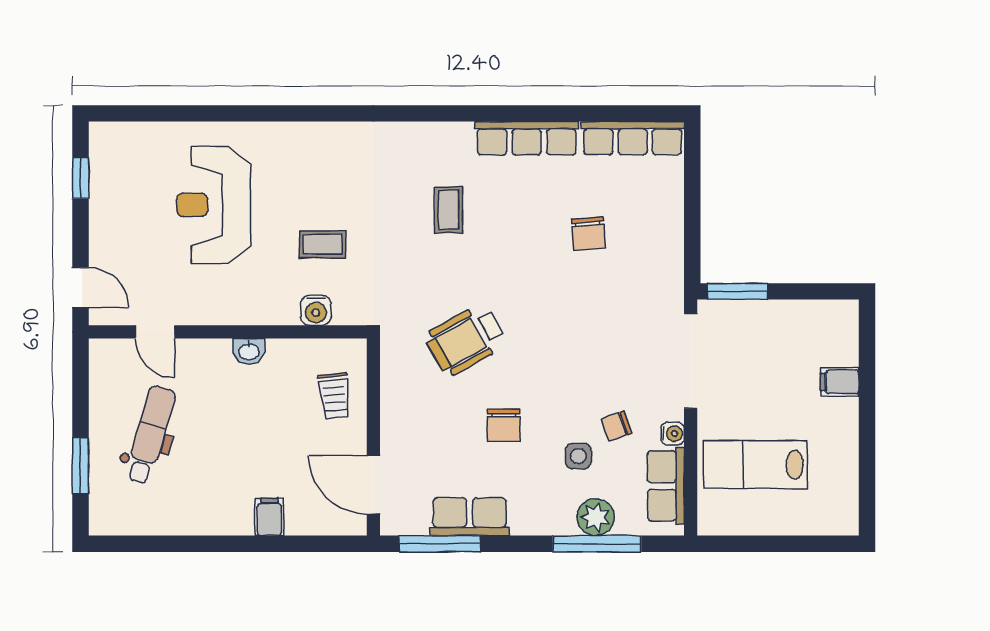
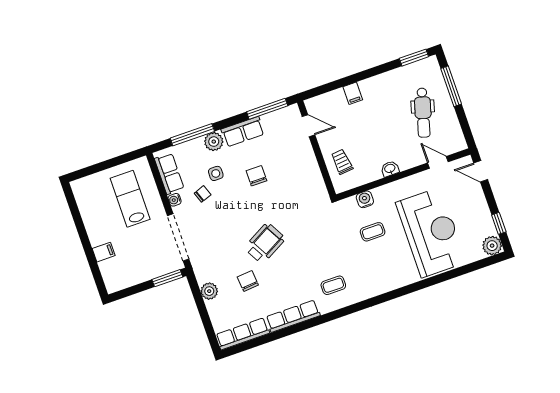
plant: (108, 141) -> (492, 246), added
reception desk: (214, 205) -> (431, 232), width x1.36, depth x1.30
coffee table: (448, 210) -> (333, 285), moved, turned 90
plant: (667, 240) -> (209, 291), added
wheelchair: (466, 340) -> (265, 243), moved
lab bench: (755, 465) -> (130, 199), turned -90
window: (81, 466) -> (451, 86), width x1.44
door: (373, 485) -> (308, 126), width x0.73
row of seats: (470, 517) -> (243, 132), moved
plant: (596, 517) -> (214, 142), moved
window: (131, 544) -> (414, 58), added

